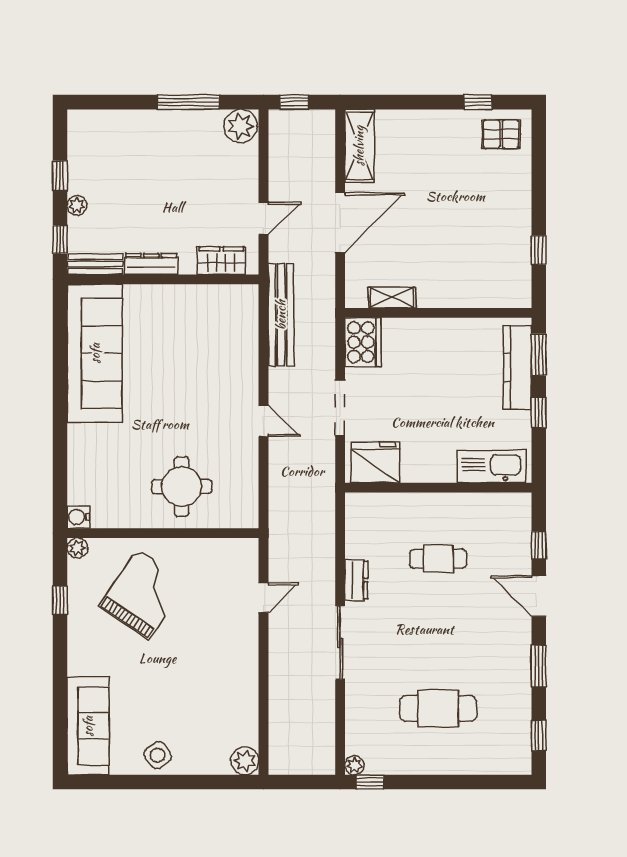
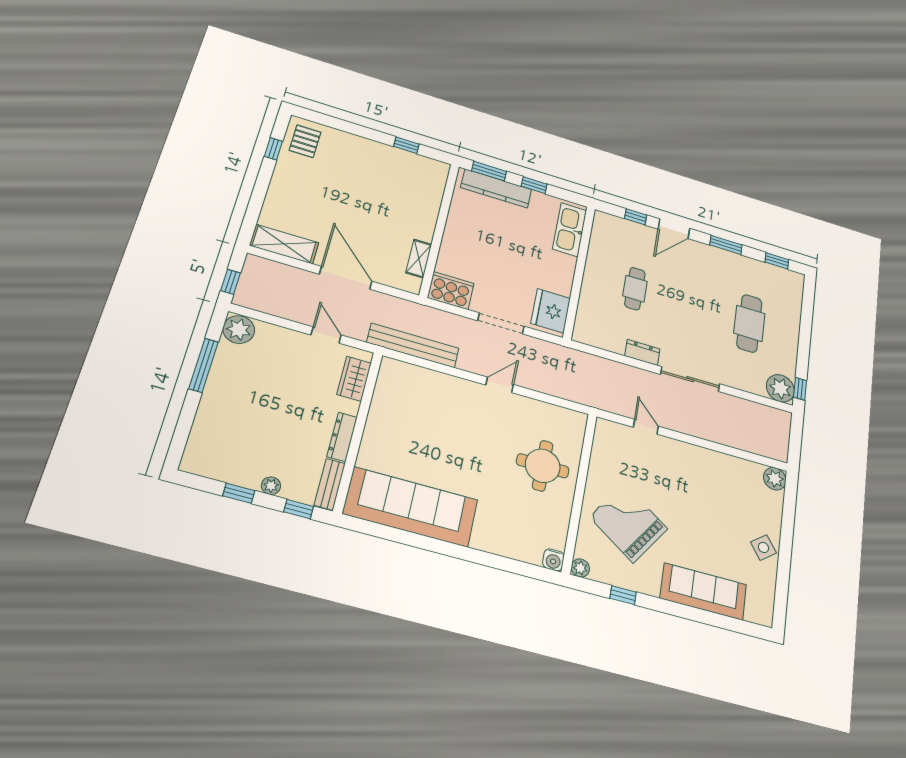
sofa: (88, 726) -> (703, 591), moved
plant: (355, 765) -> (780, 388), width x1.88, depth x1.88

